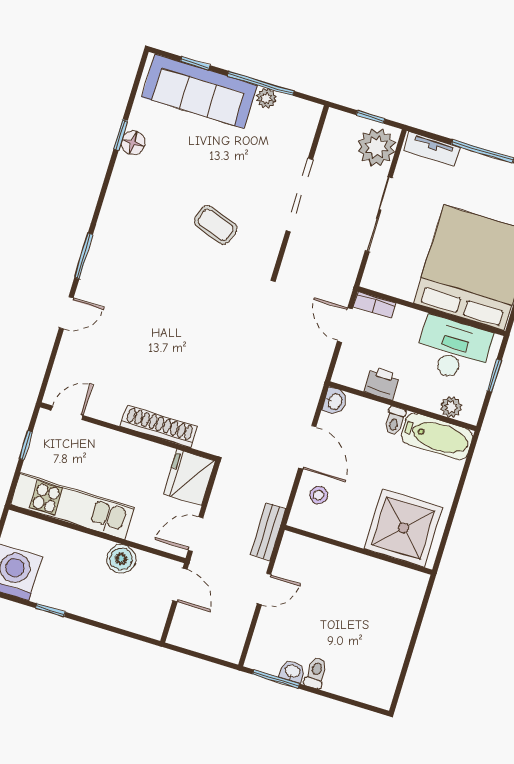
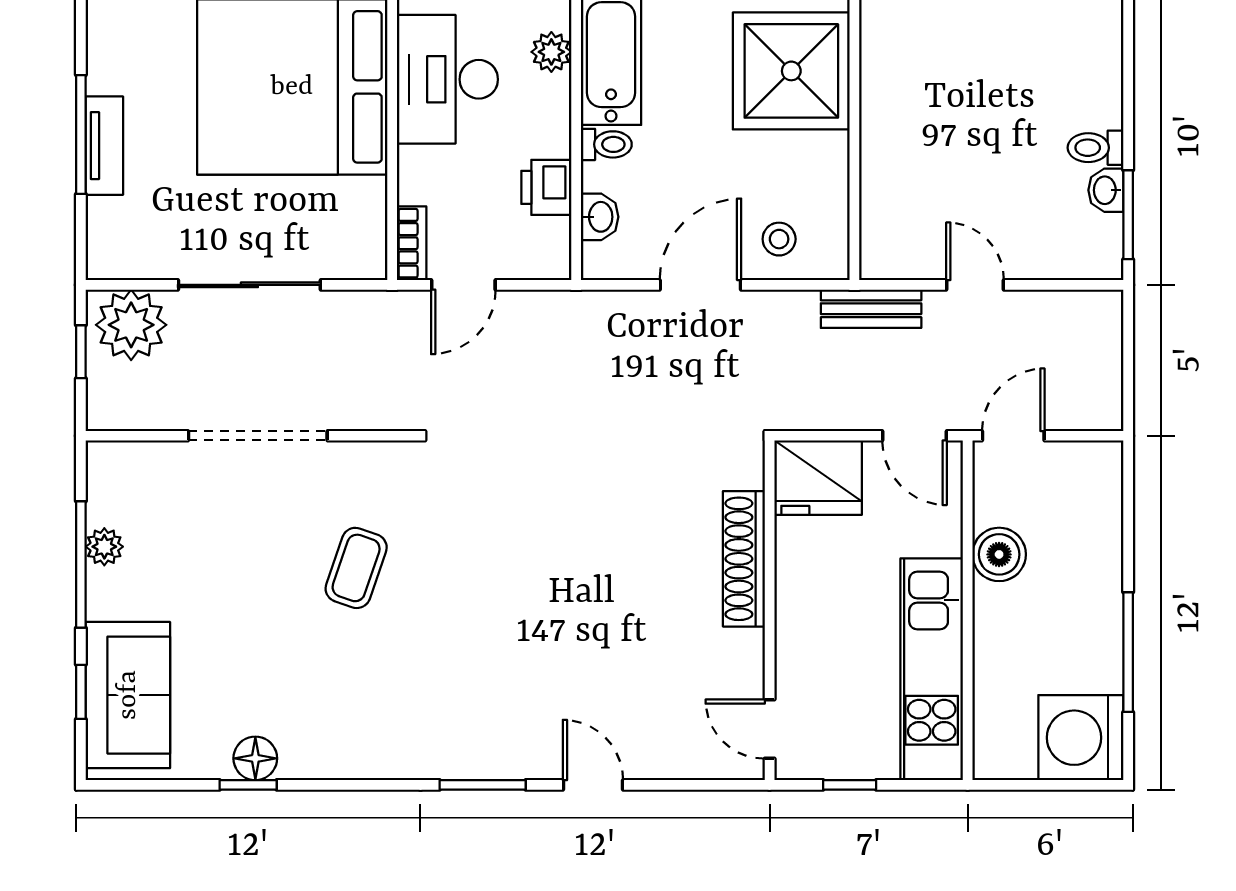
sofa: (200, 91) -> (128, 695), width x0.73
tv unit: (432, 149) -> (104, 146), moved
washbasin: (335, 401) -> (600, 217), moved, turned 90
window: (50, 610) -> (1128, 652), width x2.17

